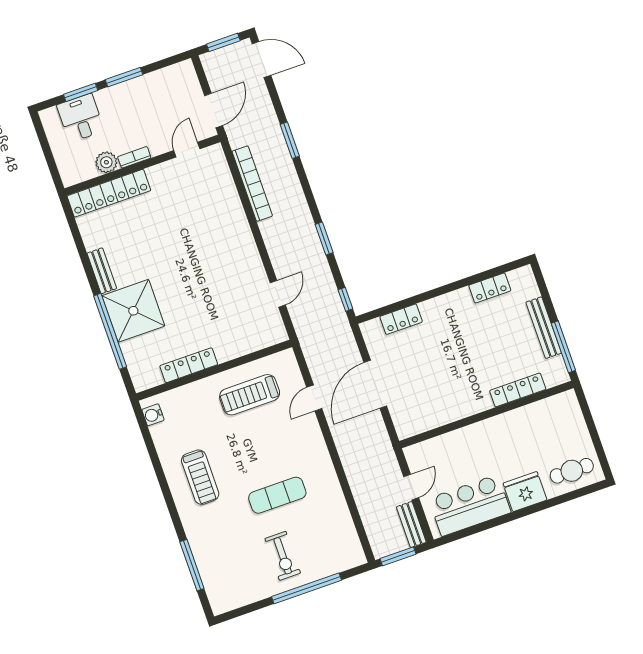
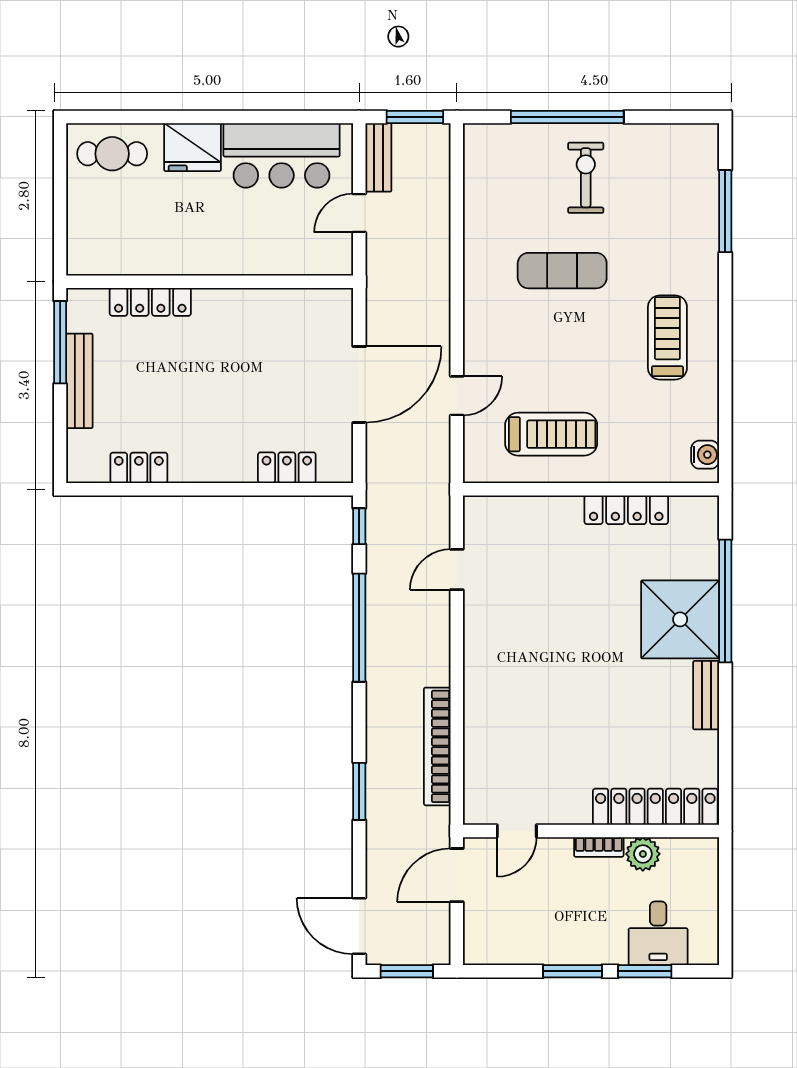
window: (324, 238) -> (359, 628), width x2.11

